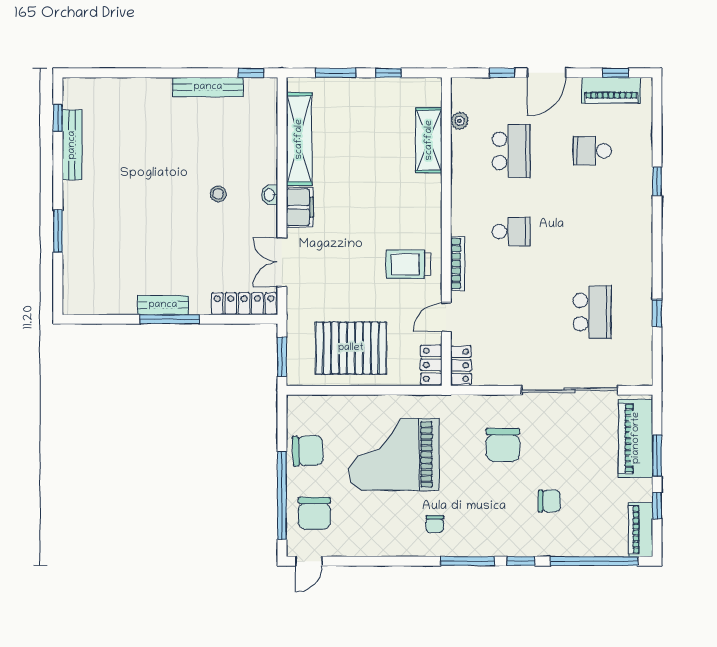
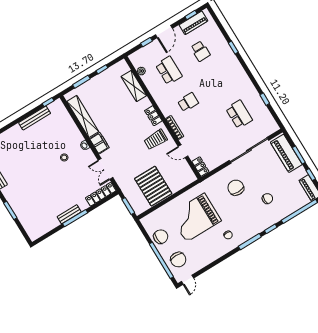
school desk: (592, 151) -> (200, 51), turned -90
door: (446, 317) -> (183, 151), hinge flipped
pallet: (351, 348) -> (153, 186), turned 90
locker: (431, 365) -> (153, 116), moved
chair: (503, 445) -> (236, 188), turned 180

